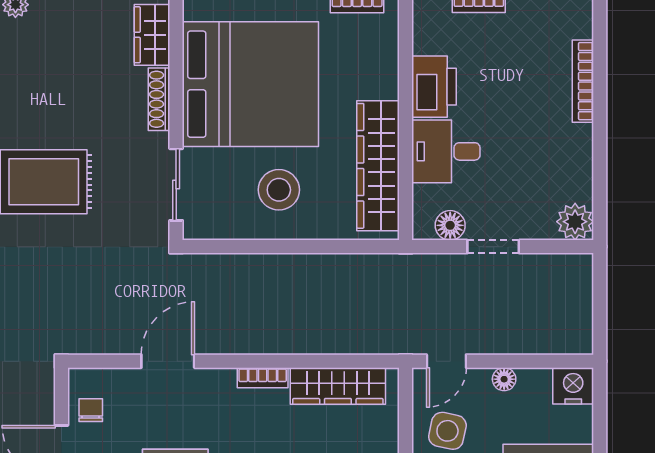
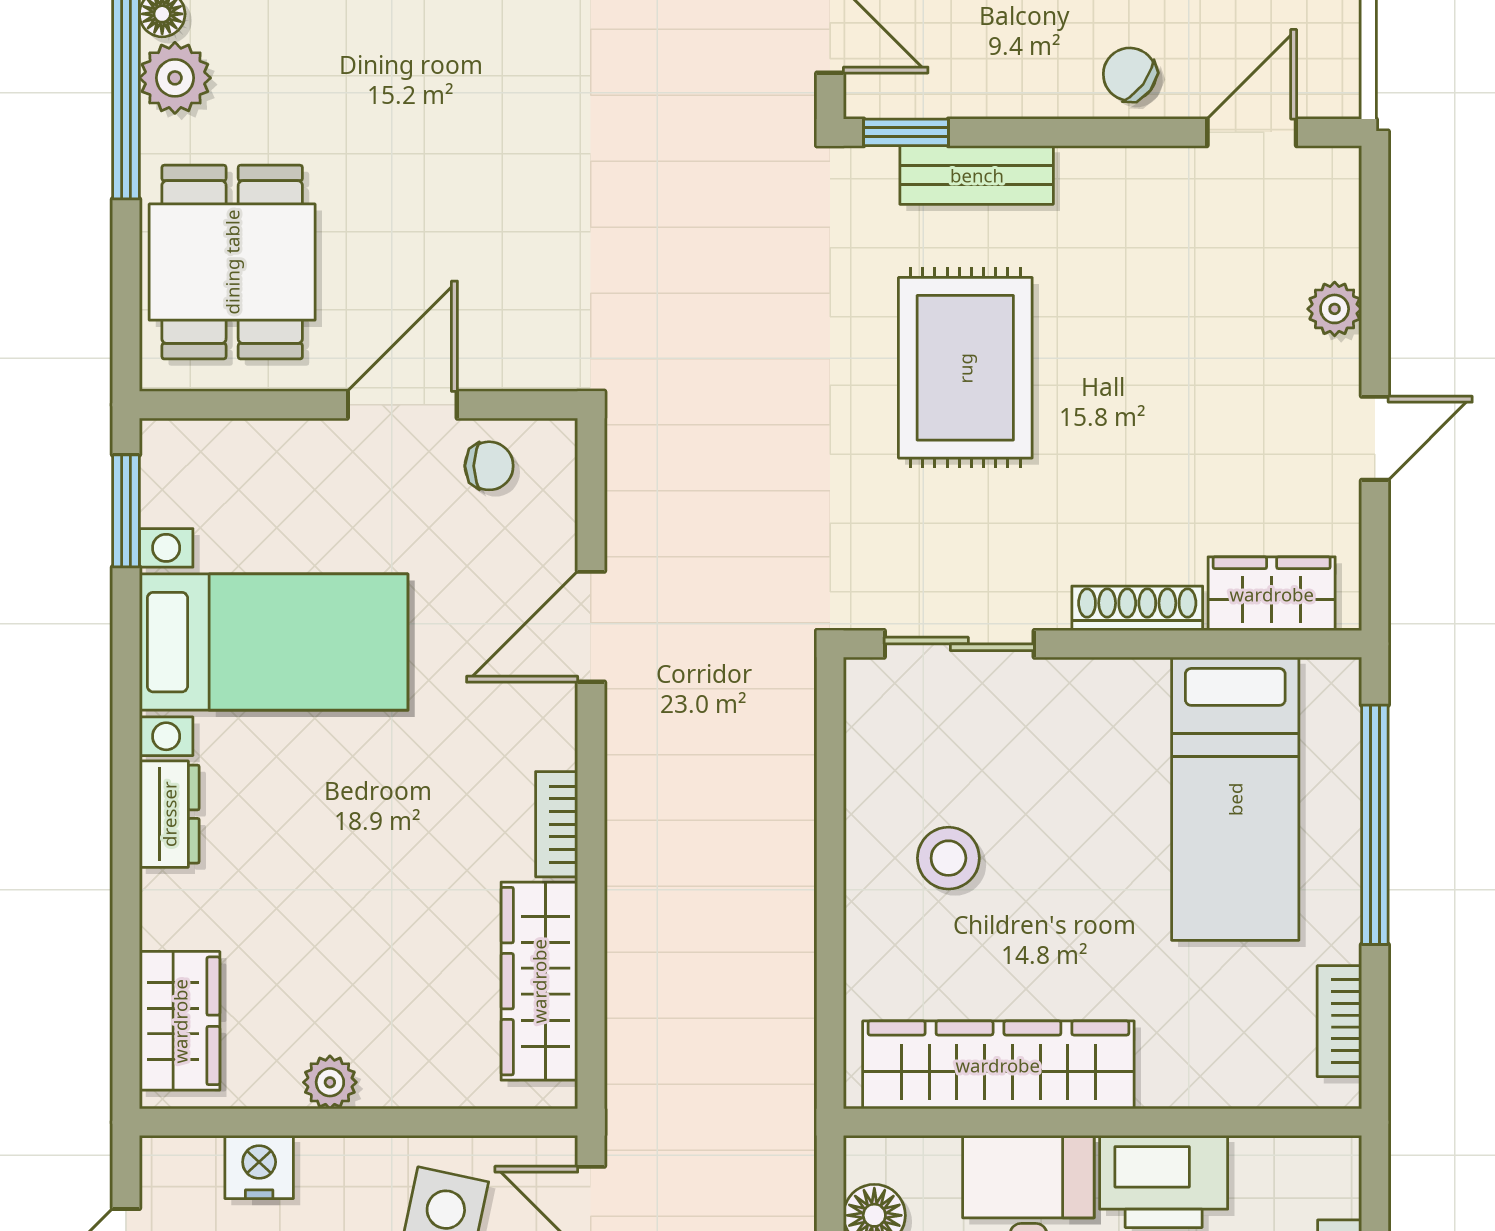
bed: (250, 84) -> (1235, 799), width x0.49
stool: (279, 190) -> (948, 858), width x0.73, depth x0.73
door: (168, 361) -> (591, 627), swing flipped

